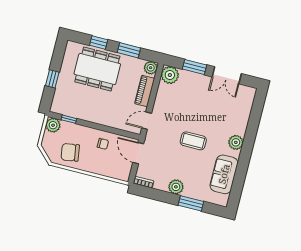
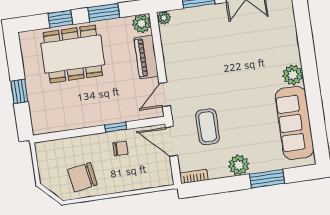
plant: (170, 75) -> (164, 18), width x0.53, depth x0.53
window: (69, 119) -> (116, 127), moved
plant: (53, 125) -> (45, 151), removed
coffee table: (193, 141) -> (208, 127), moved, turned 90
sofa: (224, 174) -> (295, 123), width x1.36

